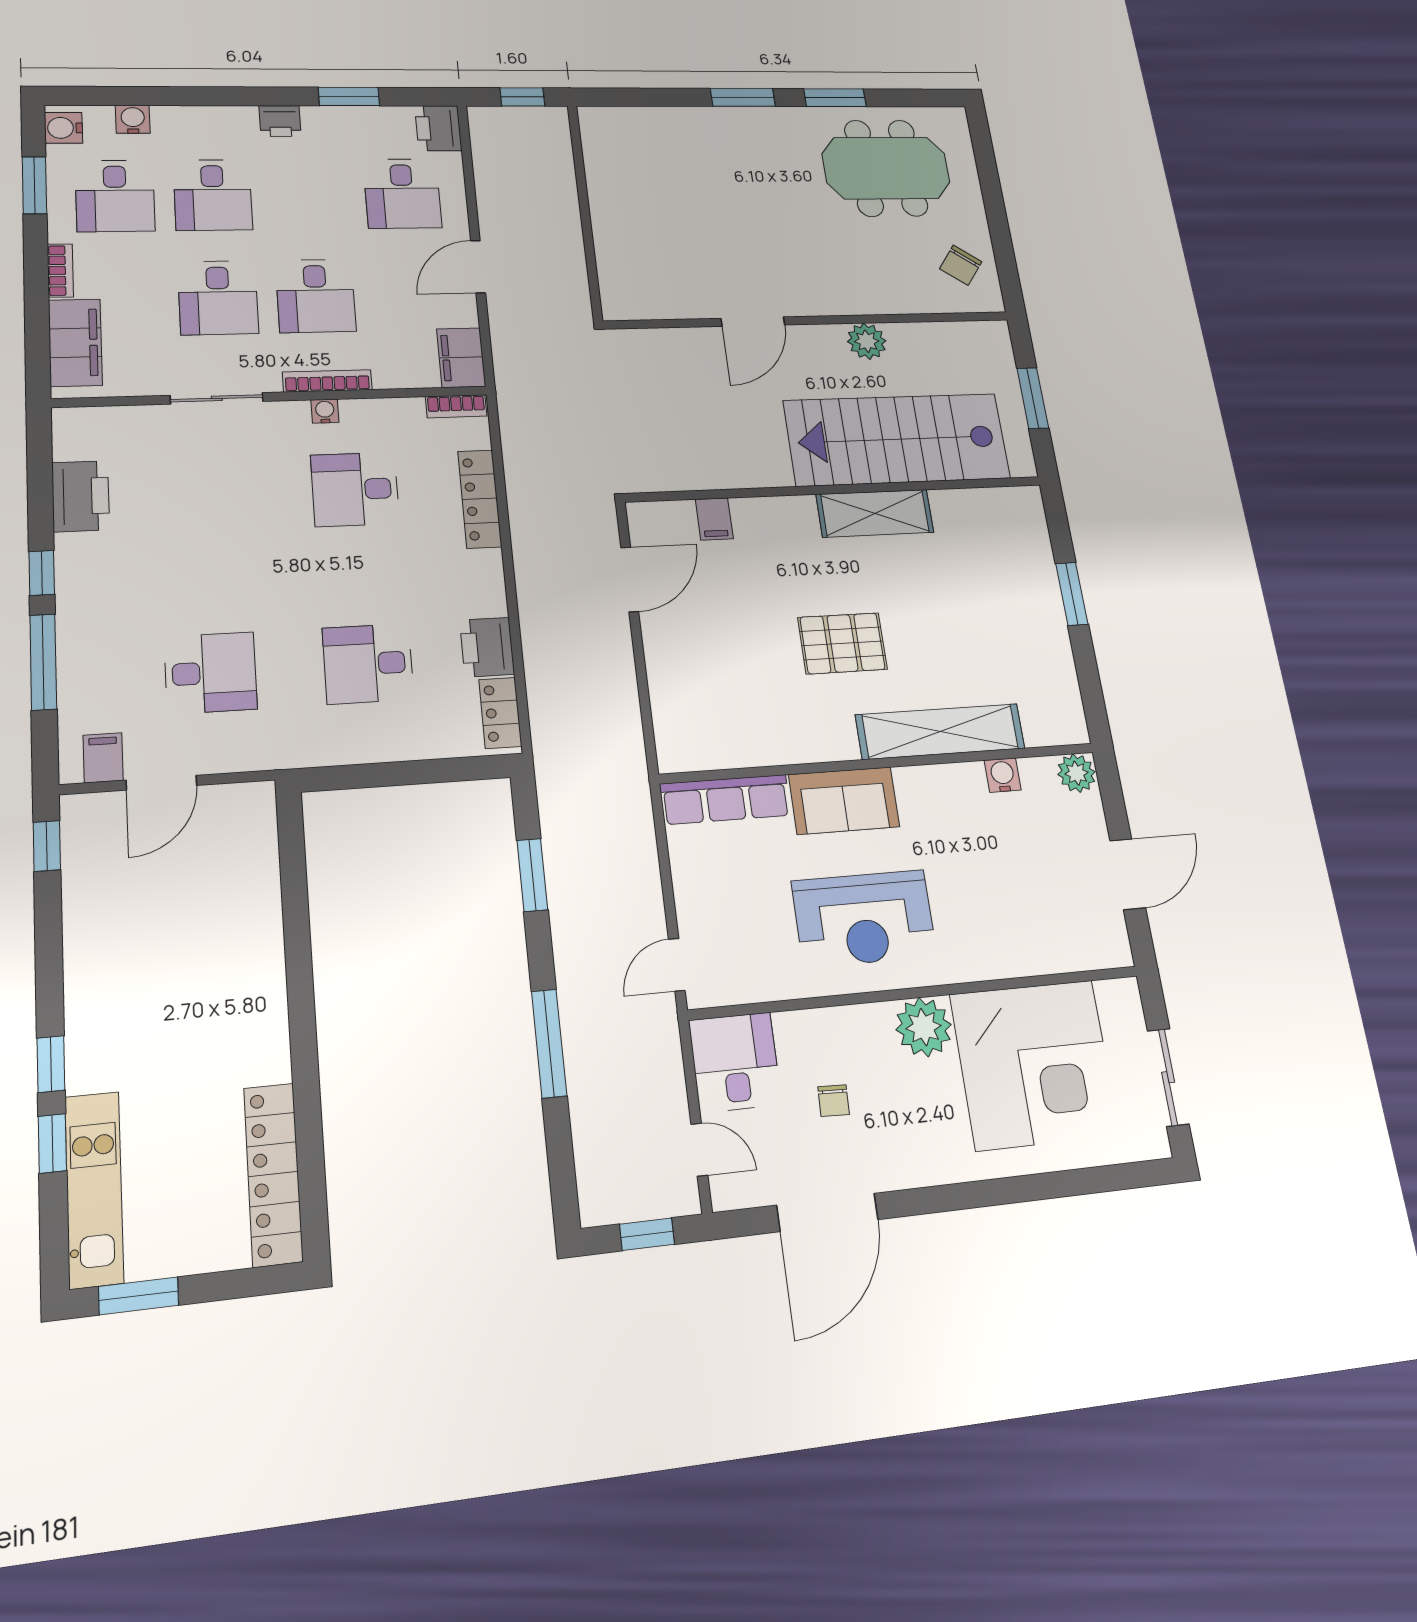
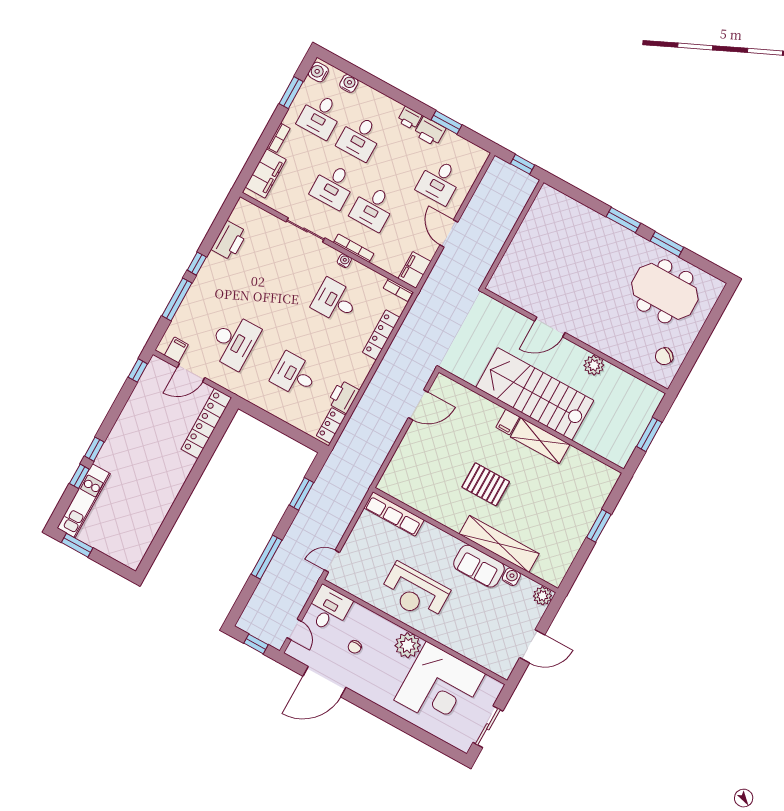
printer: (438, 128) -> (430, 131), moved, turned -90
door: (478, 267) -> (449, 233), hinge flipped
stairs: (897, 439) -> (535, 394), moved
filing cabinet: (714, 519) -> (508, 422), moved
desk: (210, 673) -> (234, 342), width x1.37
sofa: (844, 801) -> (479, 566), moved
locker: (273, 1174) -> (206, 423), moved

